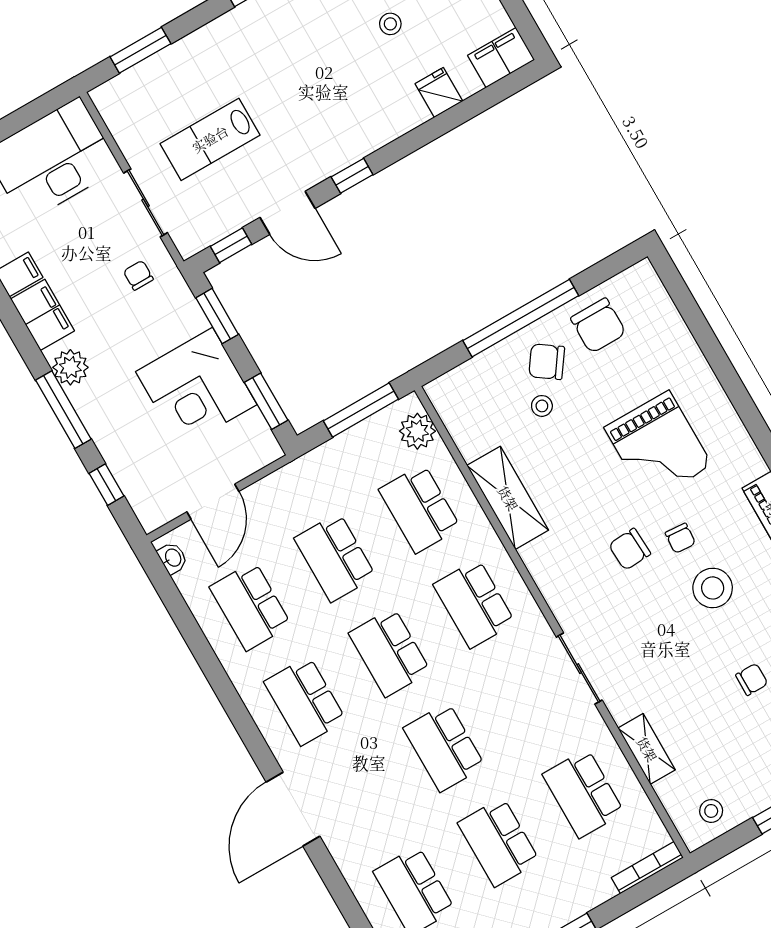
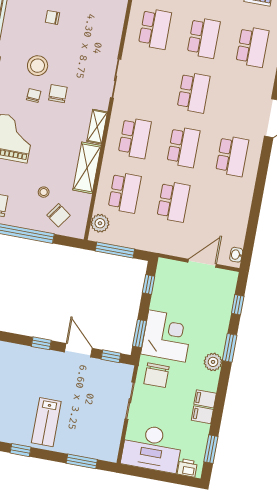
lab bench: (210, 139) -> (46, 422), moved, turned 90
chair: (138, 275) -> (157, 375), width x1.87, depth x1.87
filing cabinet: (43, 315) -> (205, 399), width x0.50
chair: (547, 362) -> (59, 215), moved
corner desk: (196, 388) -> (167, 336), moved
window: (266, 401) -> (149, 284), width x0.67
window: (63, 410) -> (230, 348), width x0.69
chair: (630, 549) -> (58, 94), moved, turned -87
school desk: (250, 606) -> (222, 211), removed
shelving: (647, 749) -> (97, 127), moved

